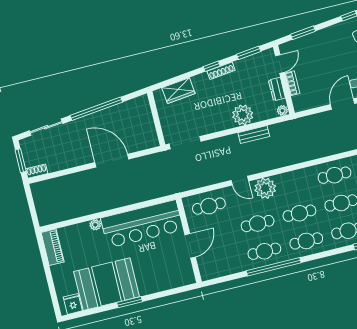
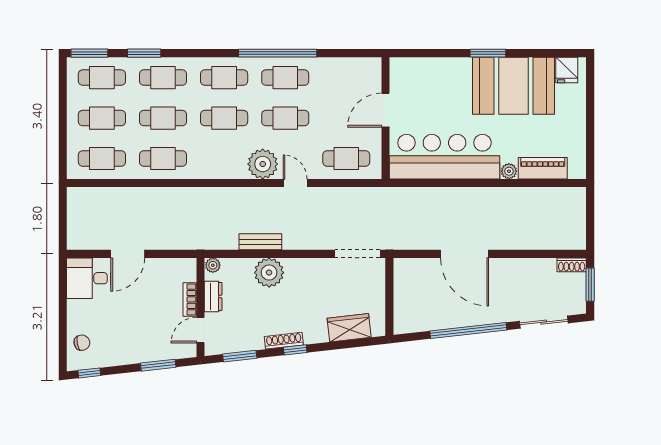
piano: (53, 247) -> (543, 168), moved, turned 90

